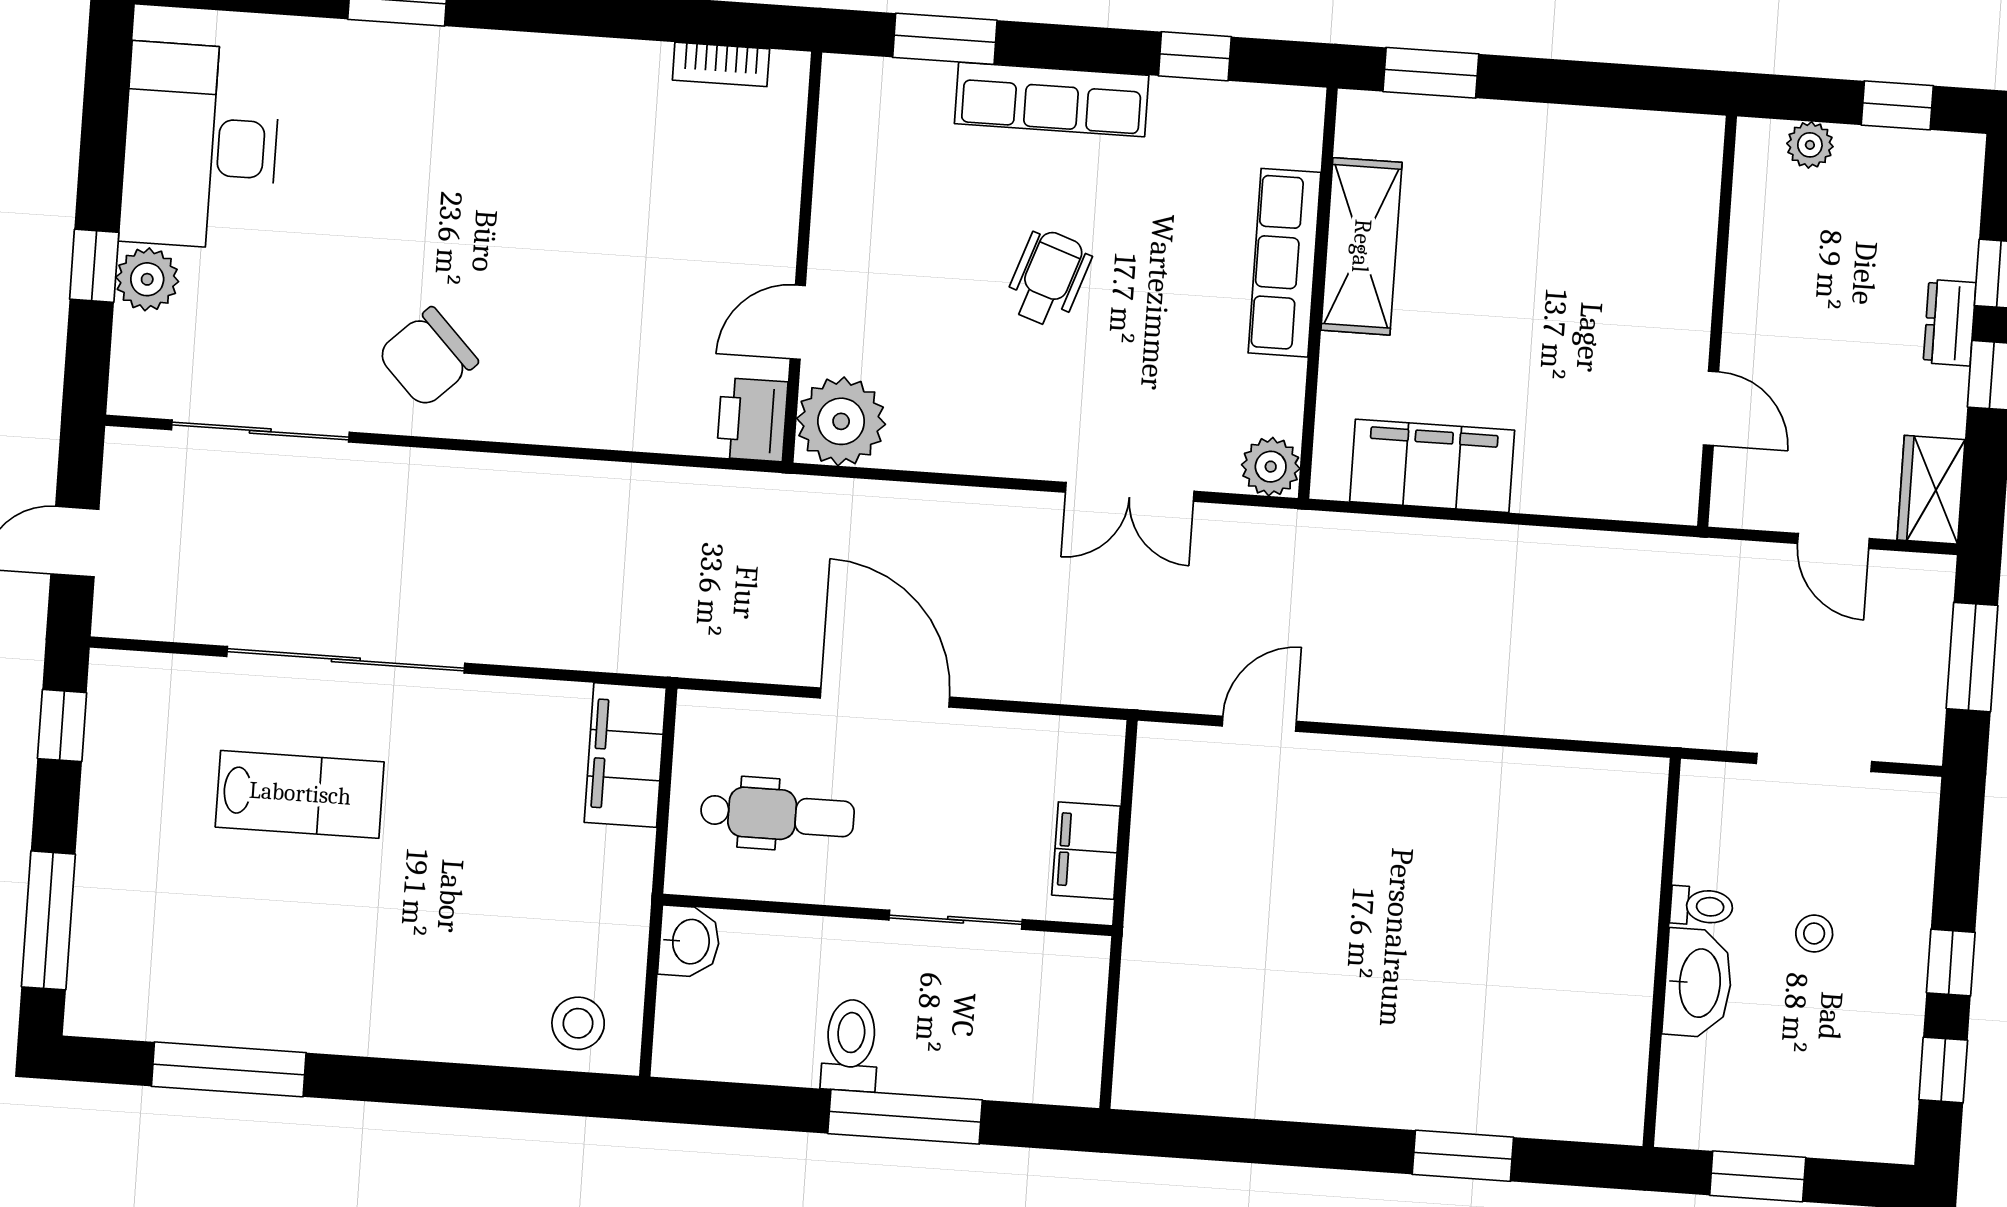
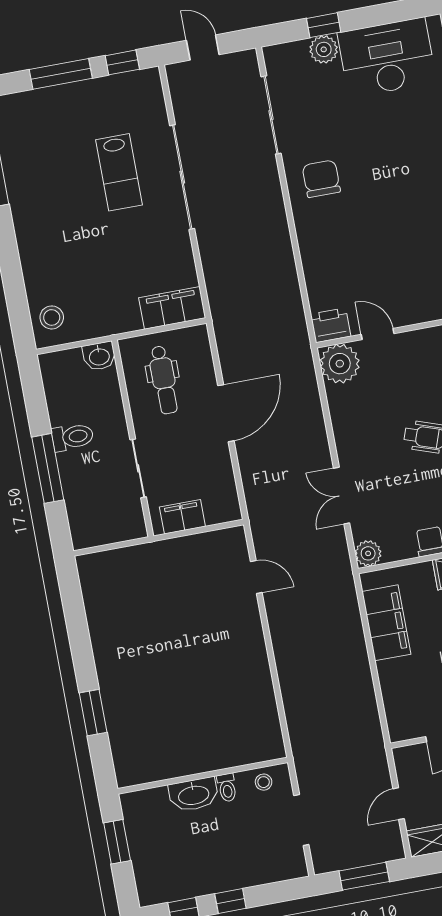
chair: (428, 357) -> (321, 179), turned 44
window: (48, 920) -> (61, 74), moved
stool: (1814, 933) -> (264, 782), moved

